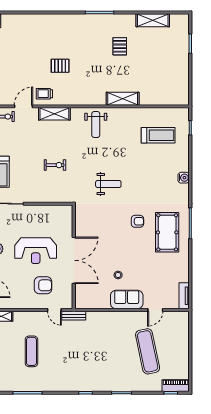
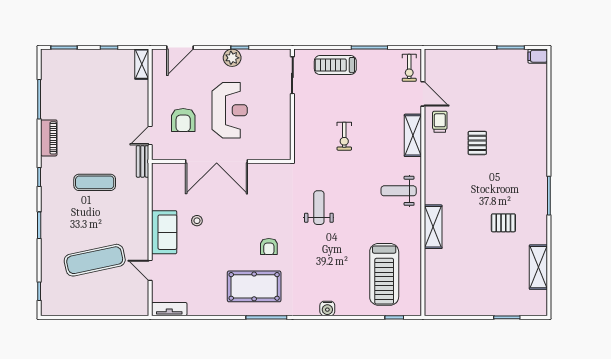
treadmill: (158, 135) -> (384, 274), width x1.37, depth x1.38
weight bench: (108, 184) -> (319, 208), turned 180
reception desk: (36, 251) -> (230, 110), turned 180
exercise mat: (31, 351) -> (95, 182), moved
piano: (176, 386) -> (49, 138), moved

